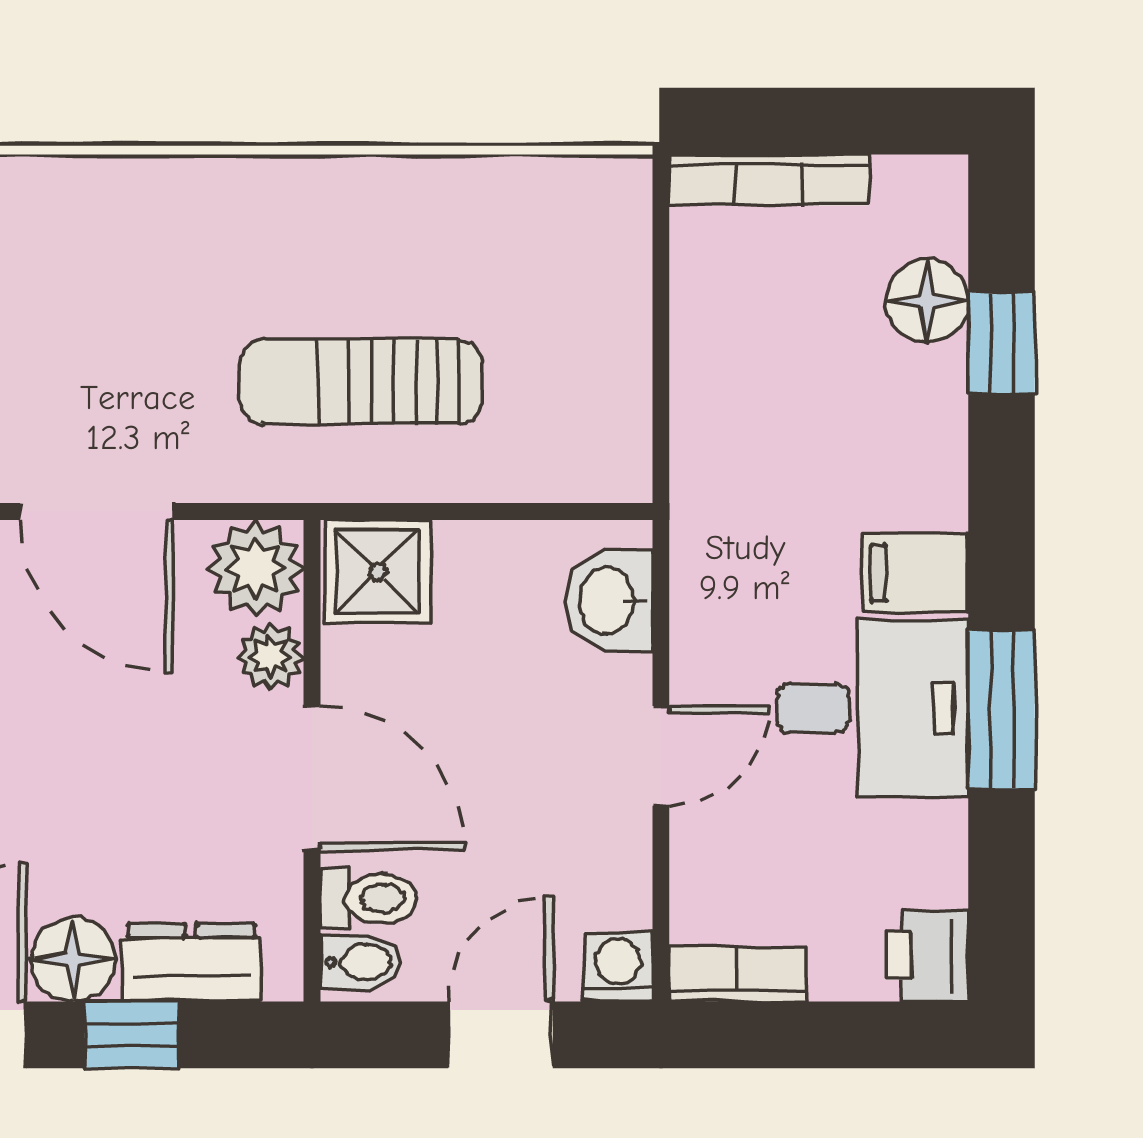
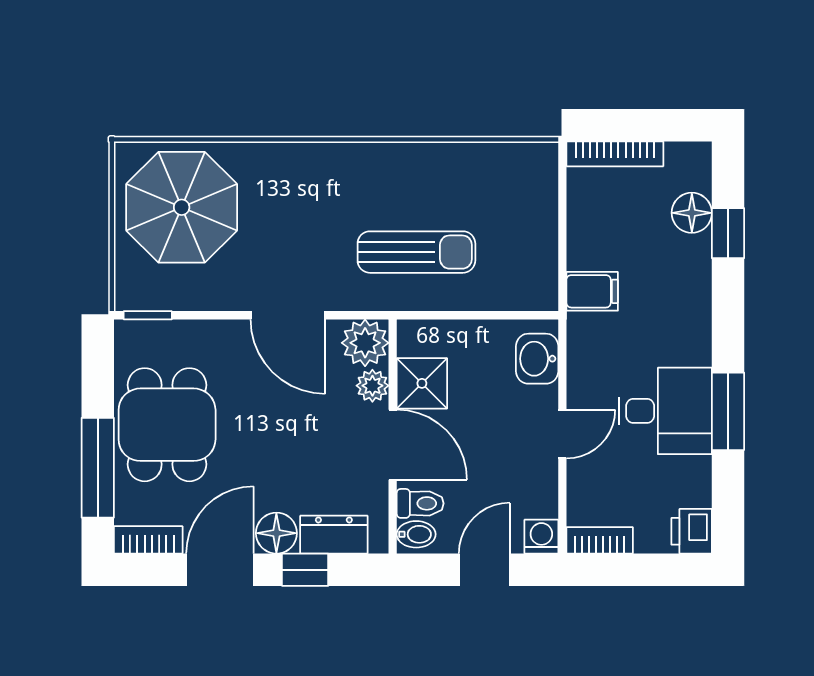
sun lounger: (361, 382) -> (416, 252), turned 180
shower: (378, 572) -> (422, 383), moved
filing cabinet: (915, 573) -> (592, 291), moved, turned 180

